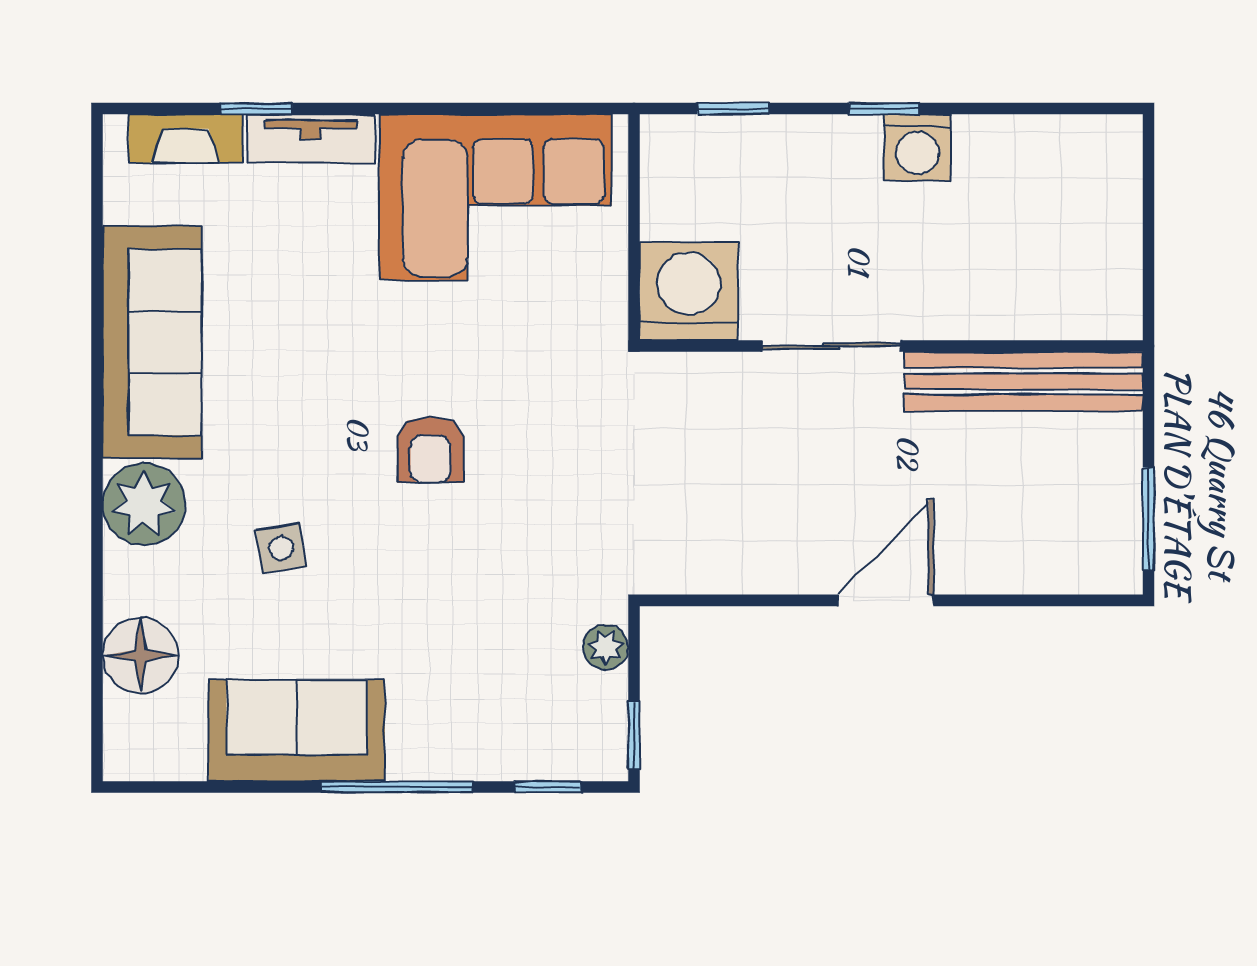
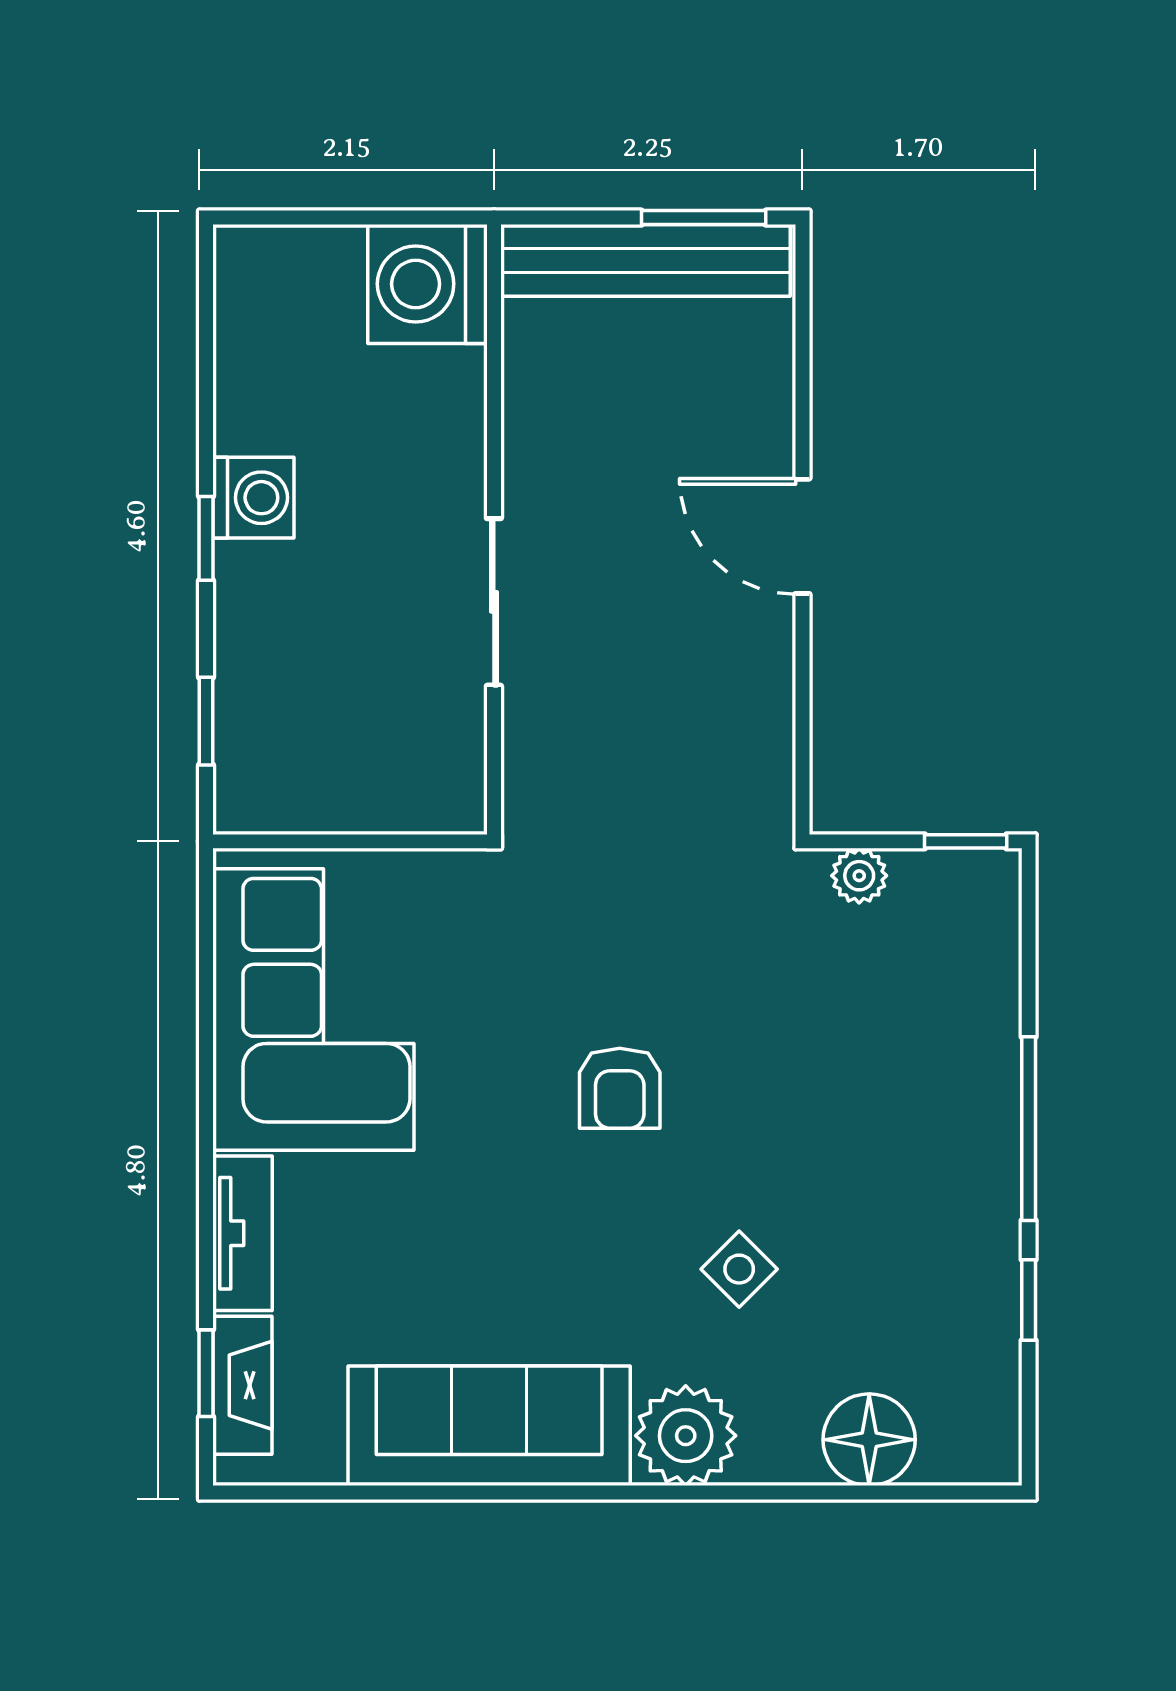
window: (256, 109) -> (206, 1373), moved
washing machine: (689, 291) -> (427, 284), moved
bench: (1024, 381) -> (645, 260), moved, turned 90
armchair: (430, 450) -> (620, 1088), turned 90
side table: (281, 548) -> (739, 1269), turned -36
sofa: (297, 730) -> (960, 1250), removed
window: (548, 787) -> (1029, 1300), moved

